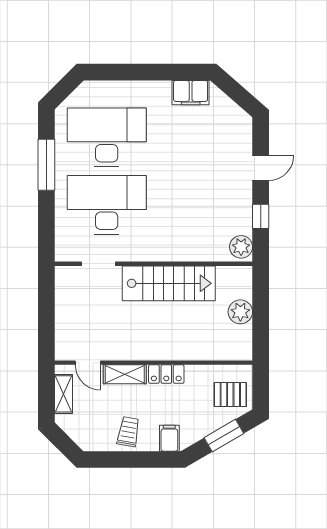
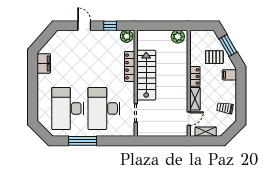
locker: (185, 252) -> (130, 66), added
plant: (240, 312) -> (178, 37), moved
pallet: (230, 395) -> (214, 57), moved, turned 90
trolley: (128, 432) -> (225, 108), moved

